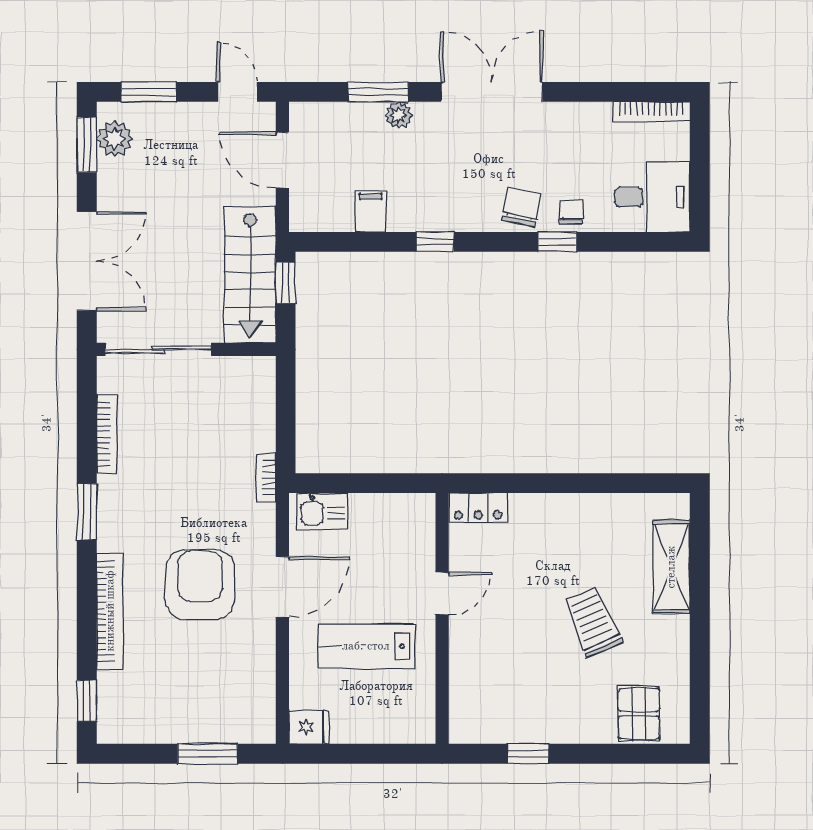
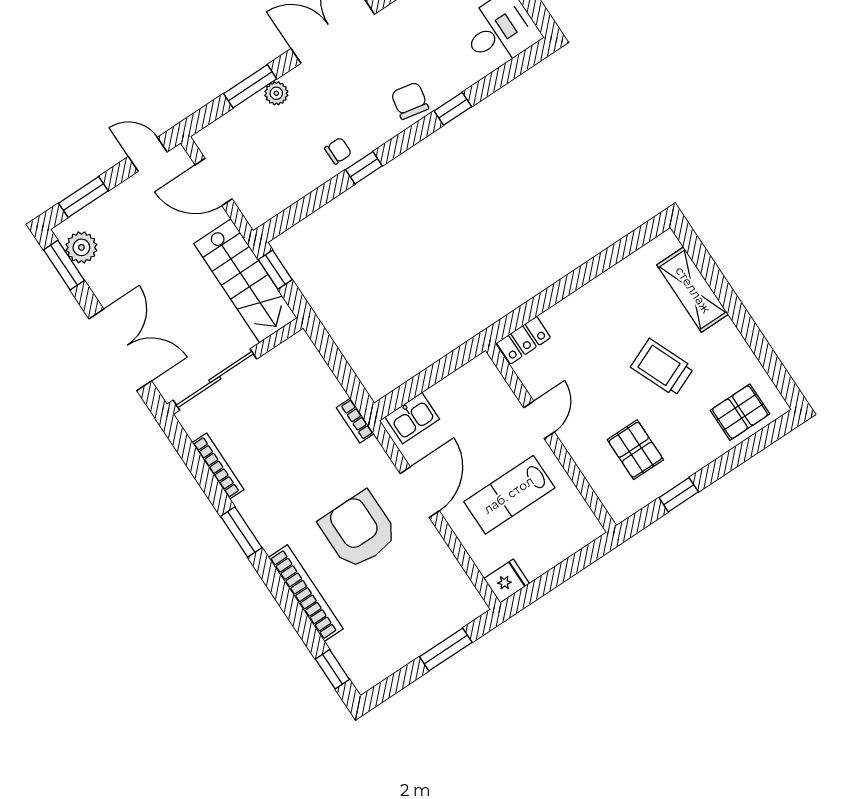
filing cabinet: (371, 211) -> (302, 177), removed
chair: (571, 212) -> (338, 151), moved, turned 90
pallet: (515, 683) -> (635, 450), added
pallet: (639, 714) -> (740, 412), turned 90

